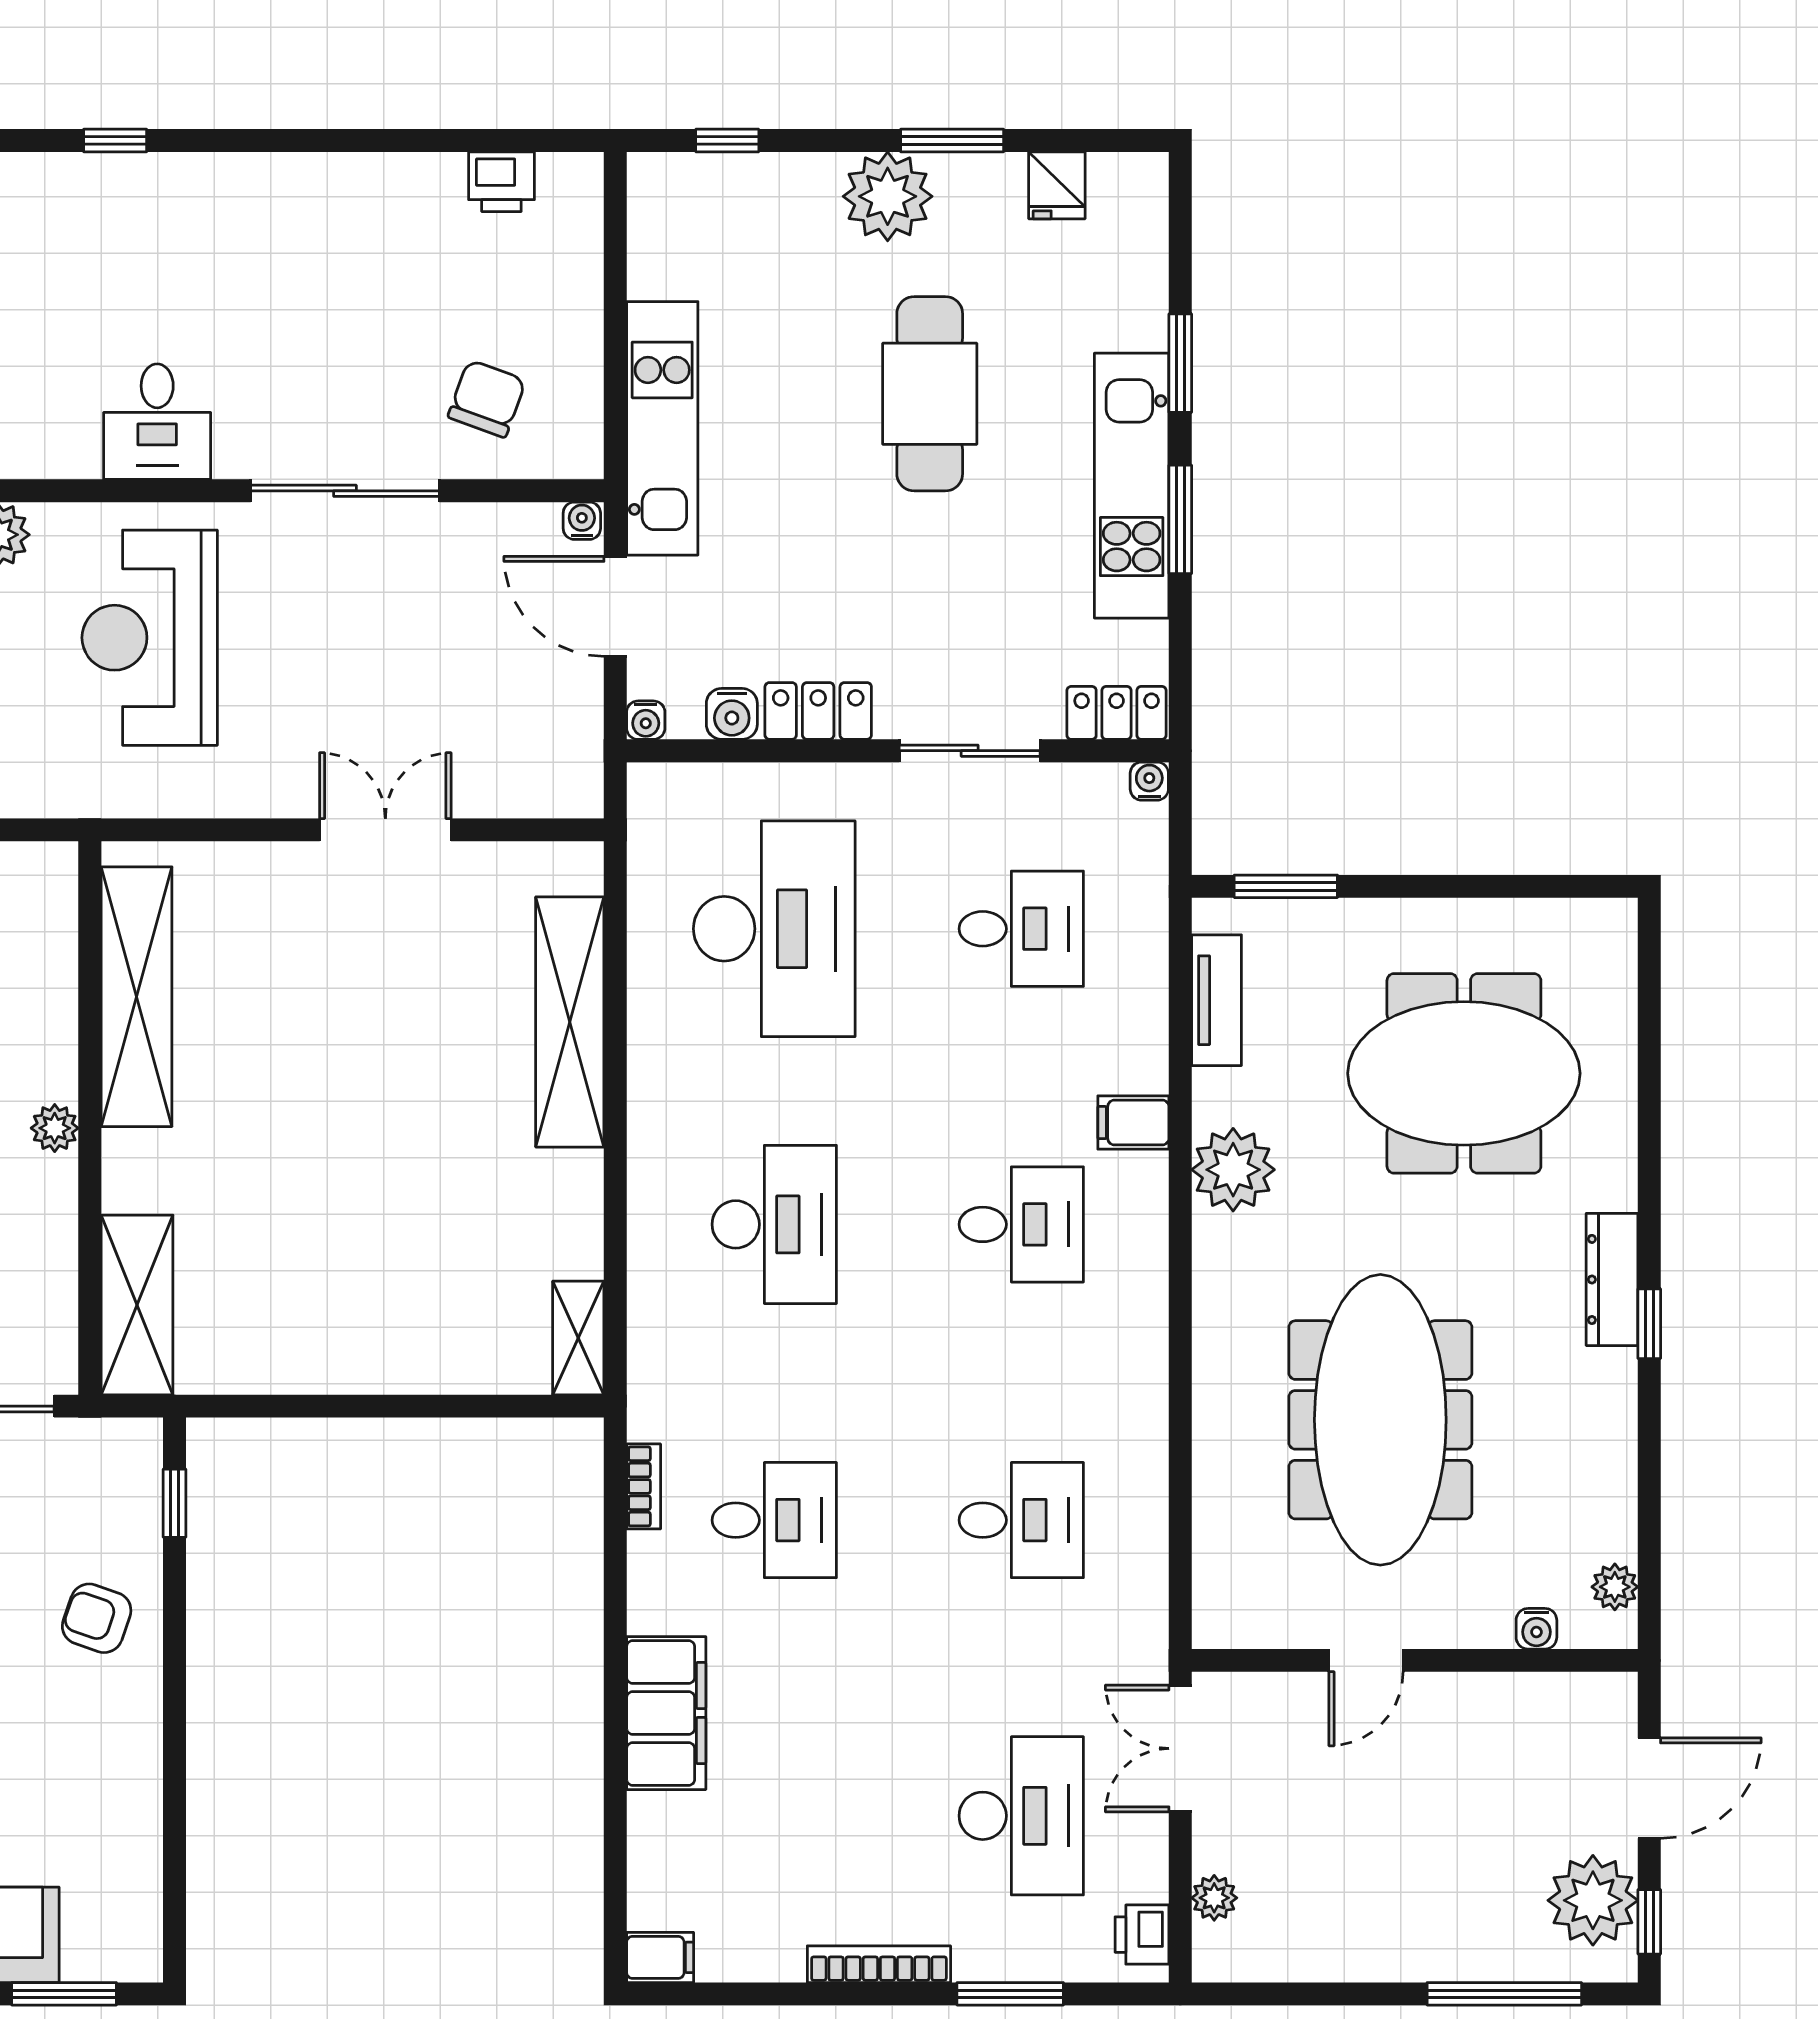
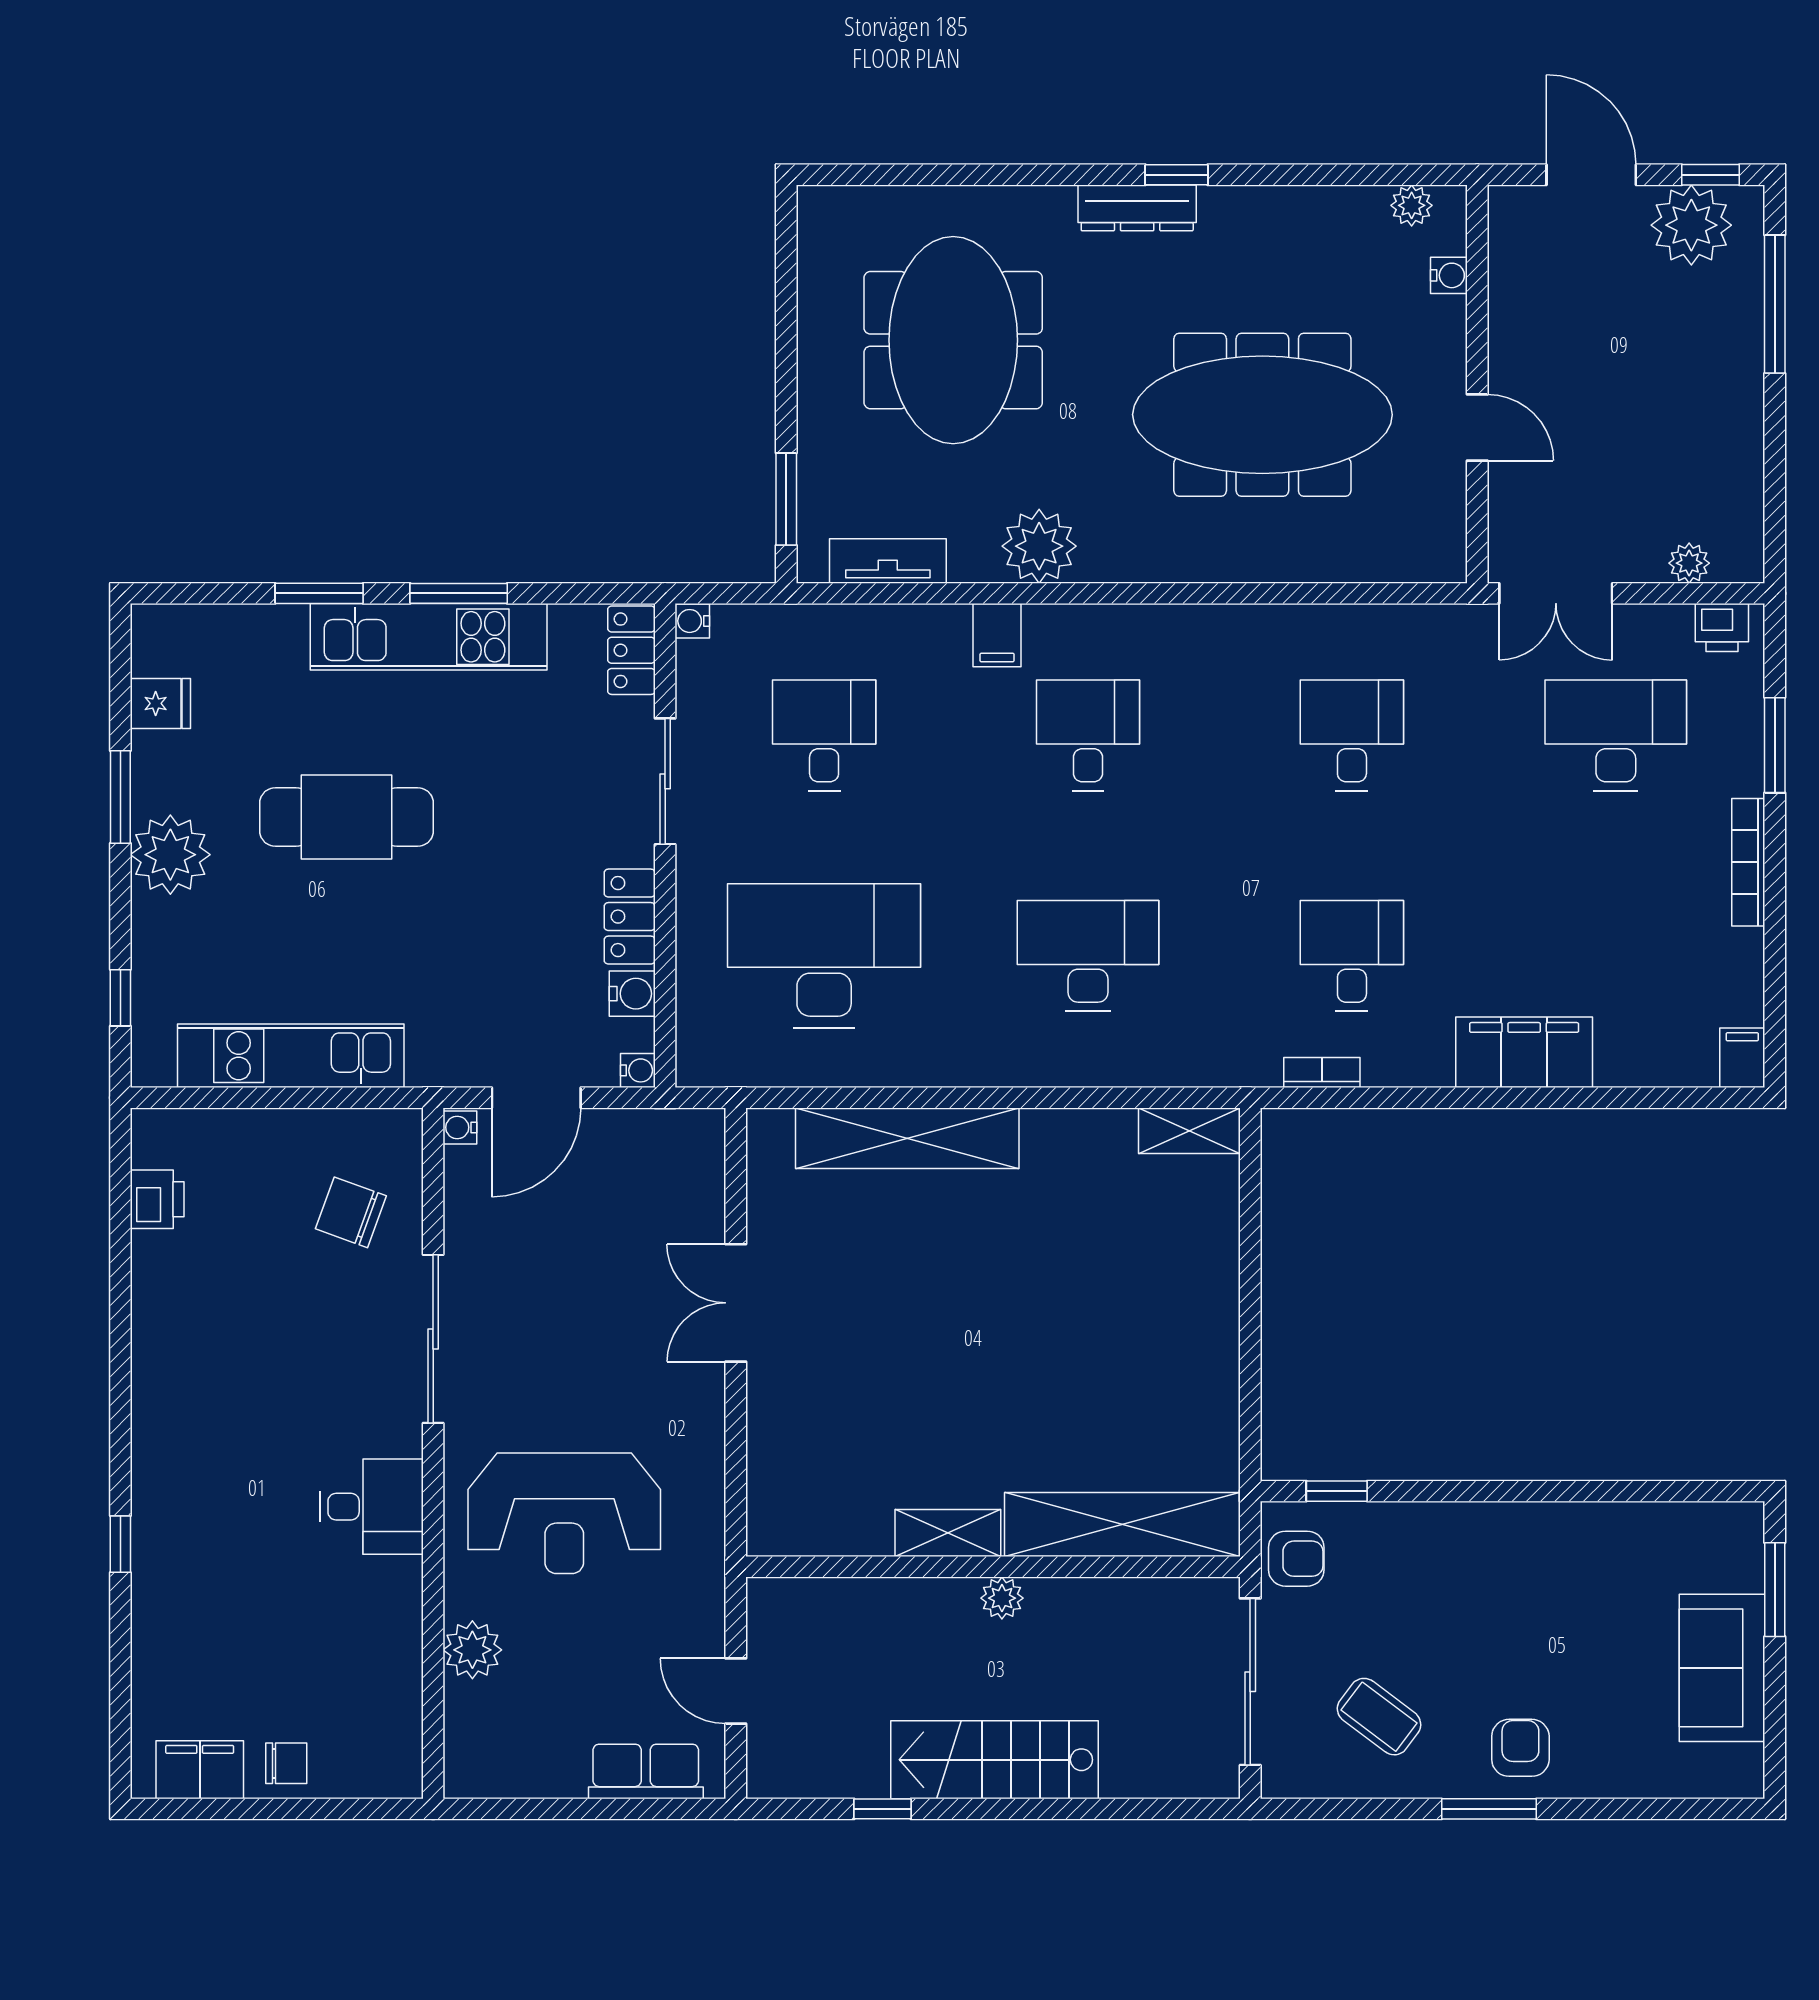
kitchen unit: (662, 428) -> (291, 1056), moved
shelving: (136, 997) -> (948, 1533), width x0.45, depth x0.75
shelving: (137, 1305) -> (1122, 1525), width x1.47
armchair: (97, 1618) -> (1296, 1559), moved, turned -109

